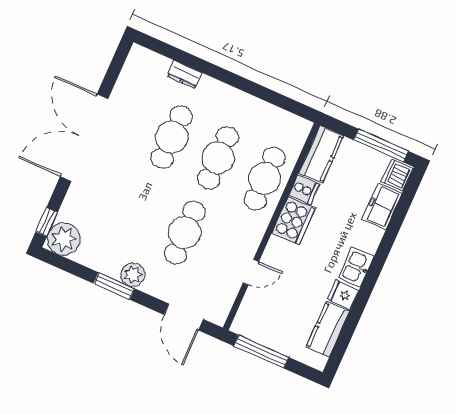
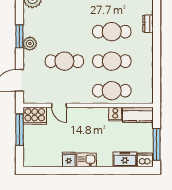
cooker: (293, 221) -> (35, 116), moved
kitchen counter: (328, 329) -> (47, 160), removed

